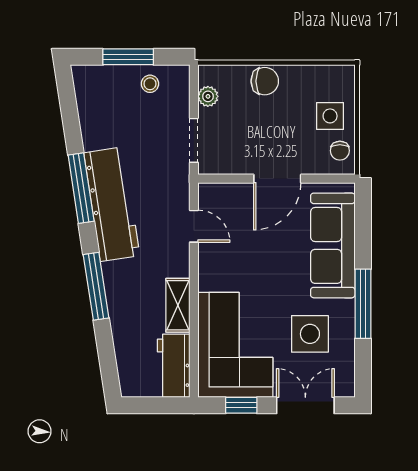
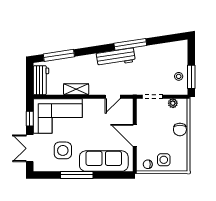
window: (128, 57) -> (191, 77), moved
workbench: (112, 204) -> (116, 57), width x0.73, depth x0.76
window: (96, 286) -> (59, 55), moved
workbench: (174, 366) -> (41, 80), moved, turned 90
double door: (305, 405) -> (30, 148), swing flipped

